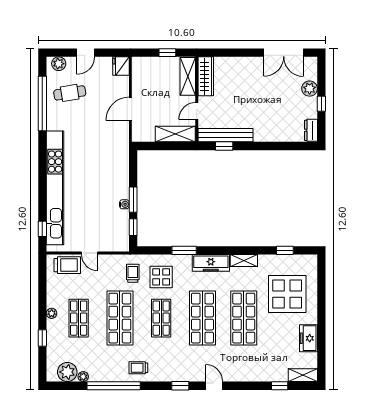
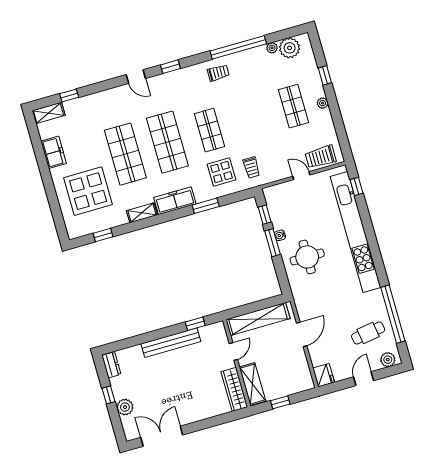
shelving: (175, 134) -> (258, 319), width x1.47
bench: (226, 135) -> (171, 343), moved
round table: (105, 178) -> (307, 257), added
shop shelf: (120, 318) -> (252, 118), removed

